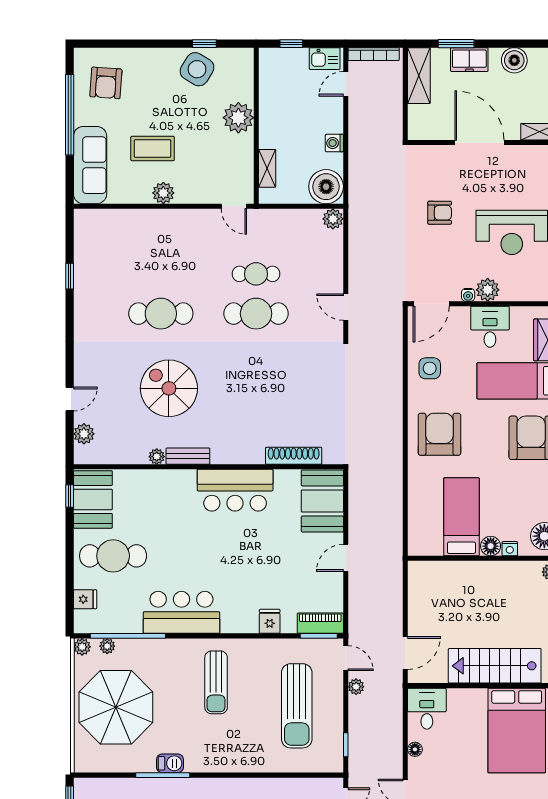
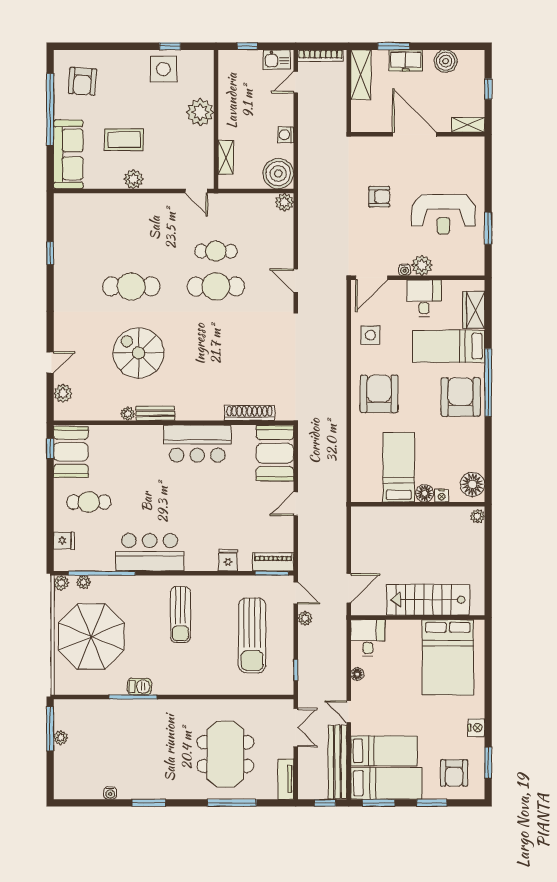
side table: (197, 69) -> (163, 69), turned -31
cafe table: (113, 556) -> (89, 502), width x0.73, depth x0.74

